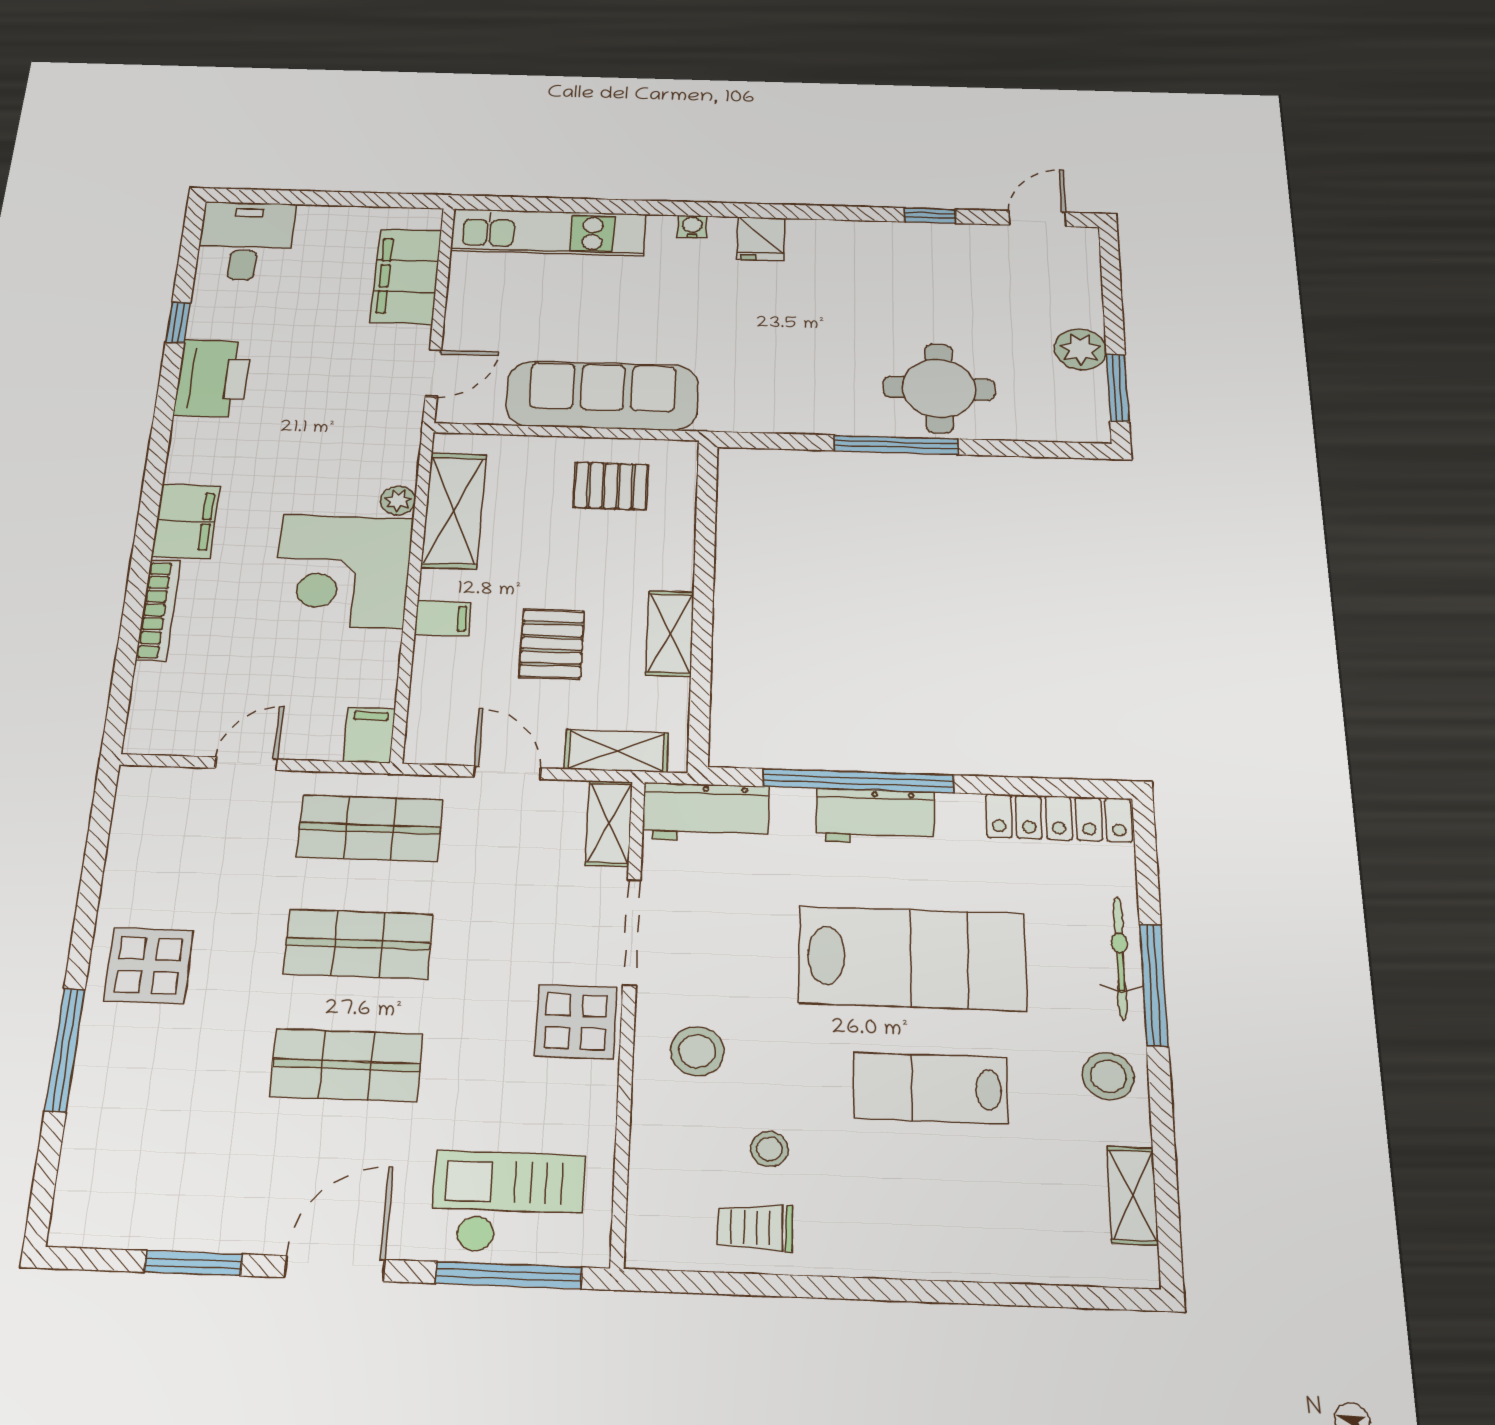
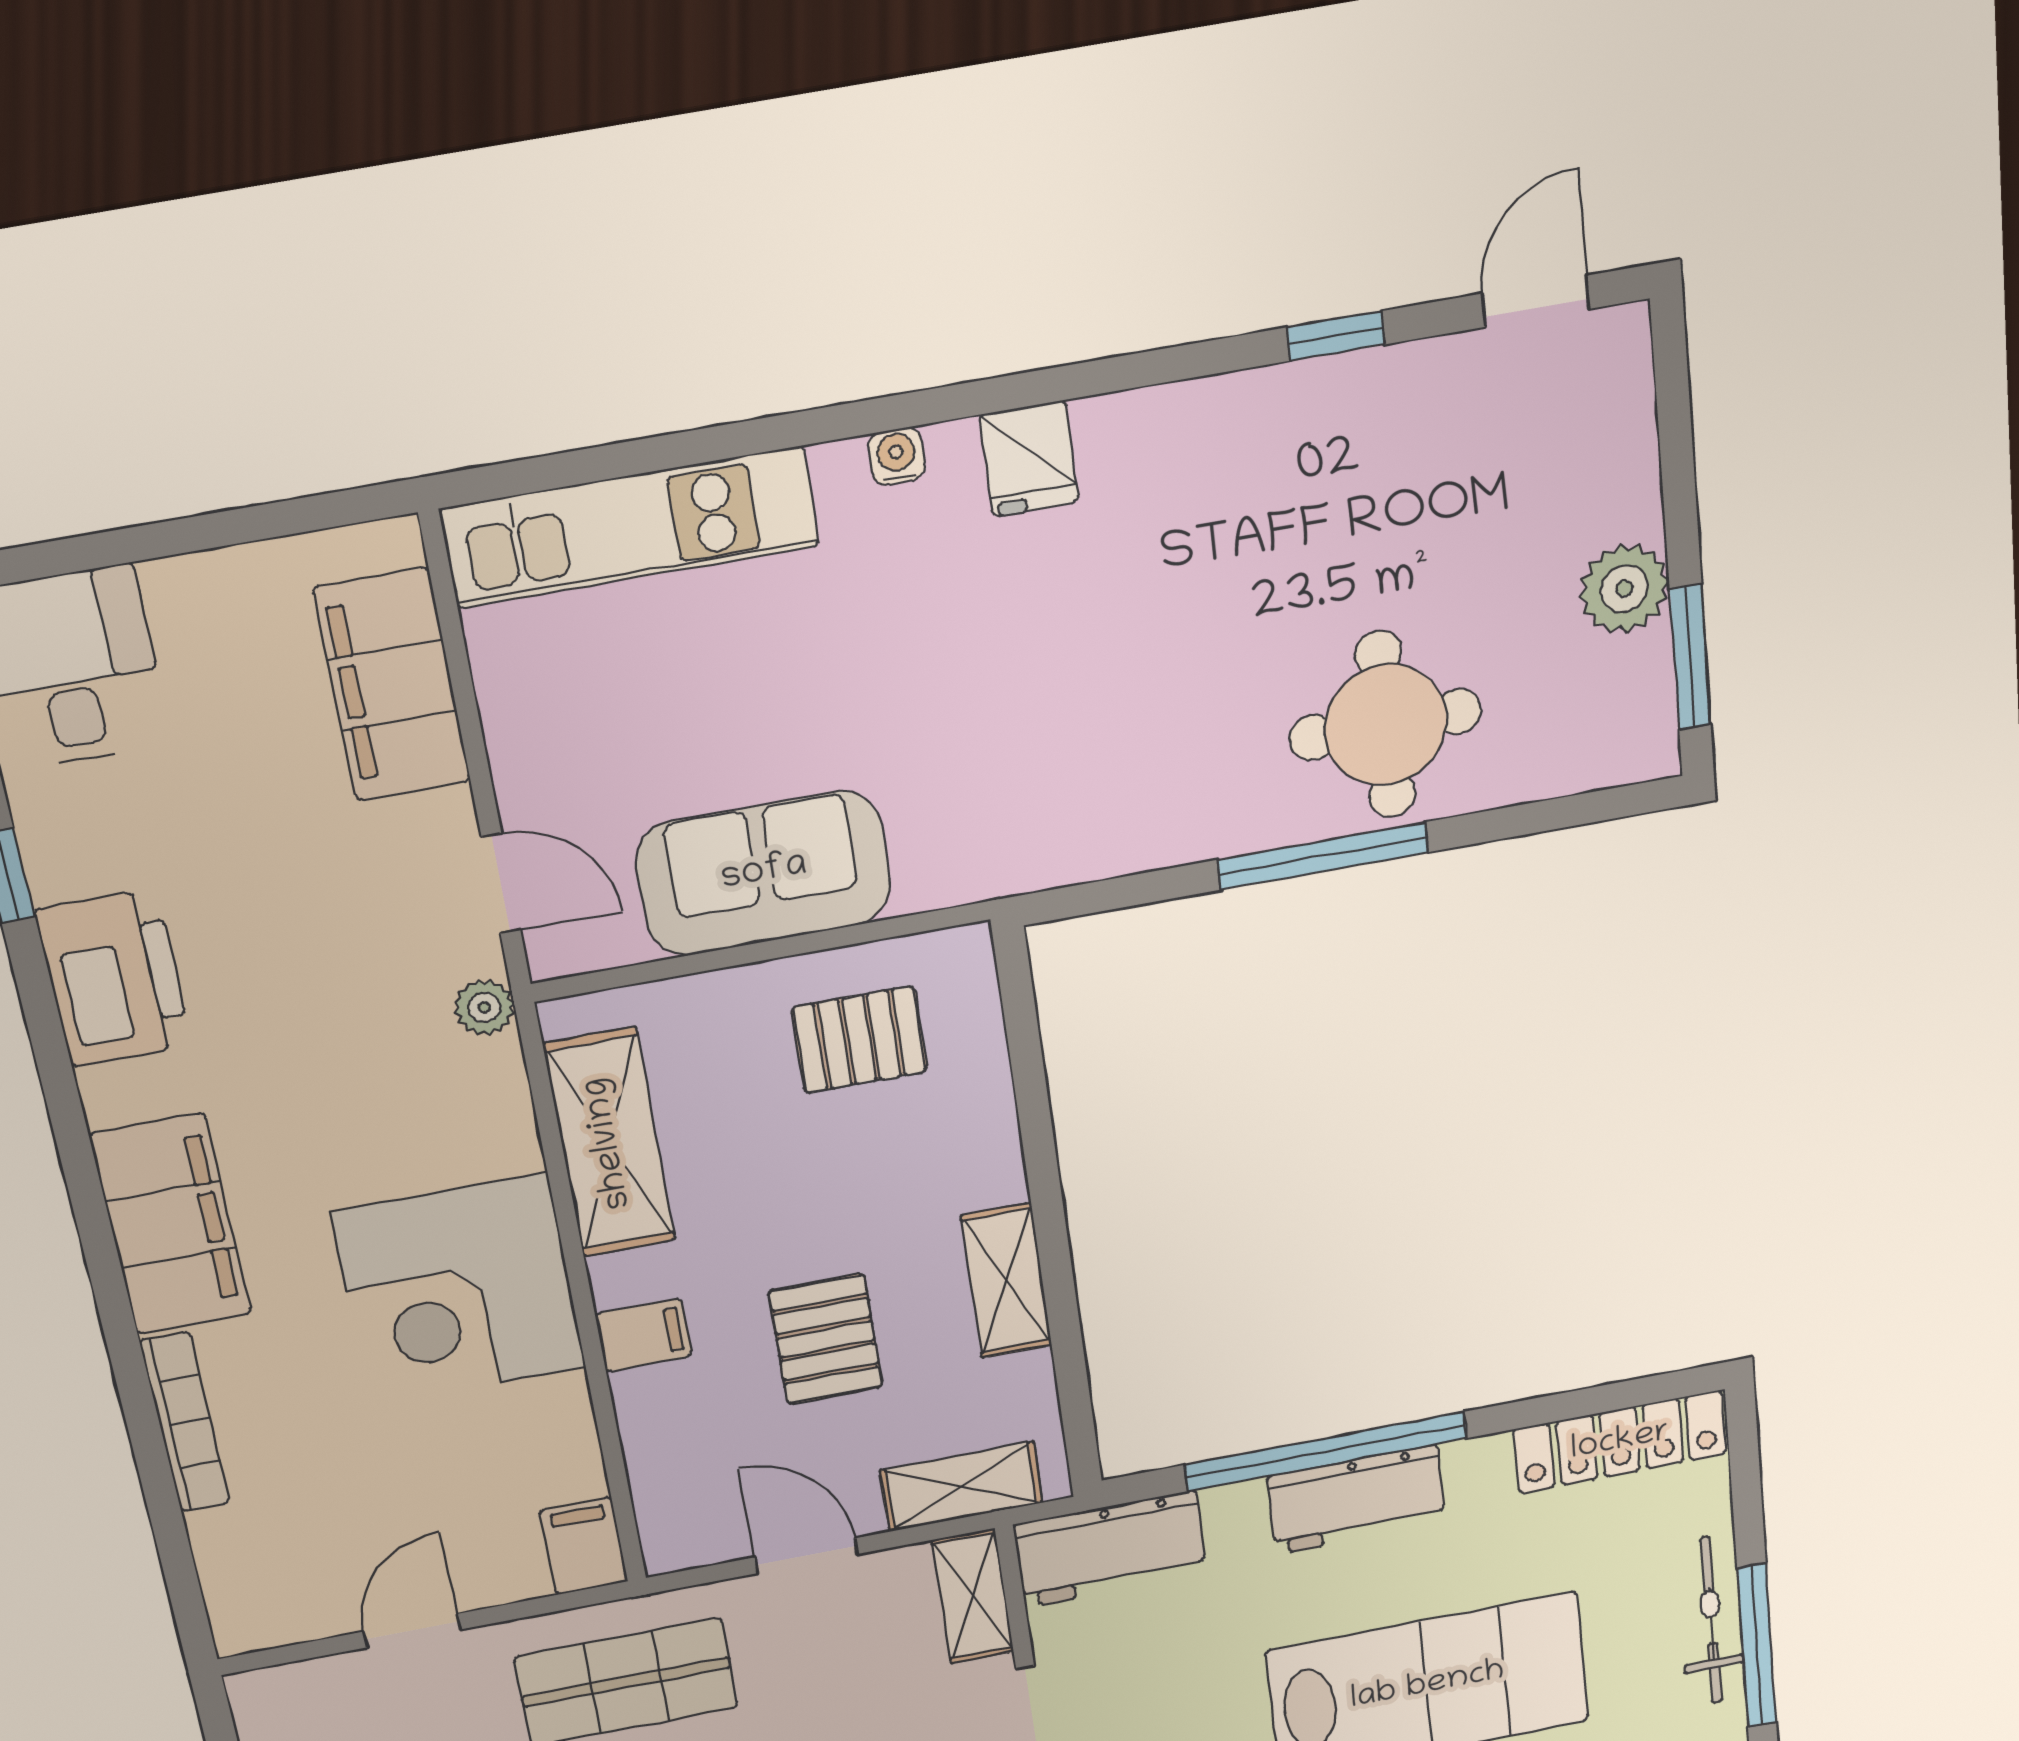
door: (433, 373) -> (501, 883), hinge flipped
sofa: (602, 396) -> (764, 873), width x0.73
plant: (398, 500) -> (484, 1007), moved
filing cabinet: (186, 521) -> (171, 1224), width x1.50, depth x1.17

